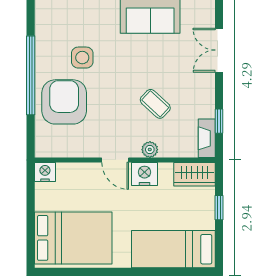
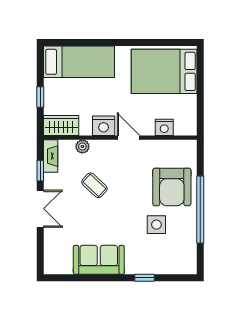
double door: (219, 50) -> (40, 209), moved
plant: (150, 150) -> (82, 146), moved
nightstand: (45, 172) -> (164, 127), moved

